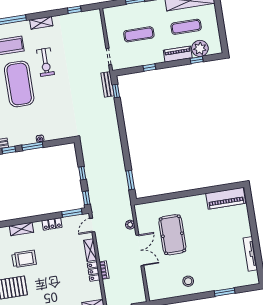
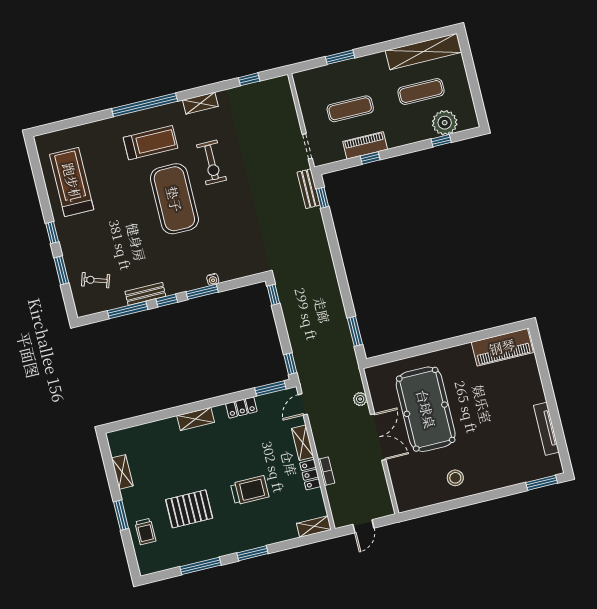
piano: (178, 54) -> (365, 145), moved
window: (82, 173) -> (273, 295), moved
pool table: (172, 235) -> (426, 409), width x1.36, depth x1.32
trolley: (24, 259) -> (250, 490), moved
window: (225, 292) -> (542, 483), moved

